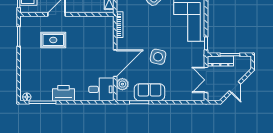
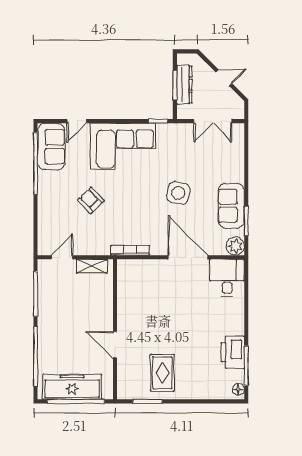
rug: (53, 40) -> (162, 373), moved
dresser: (220, 61) -> (184, 85), moved
plant: (122, 84) -> (235, 246), moved
printer: (63, 93) -> (233, 352), moved

